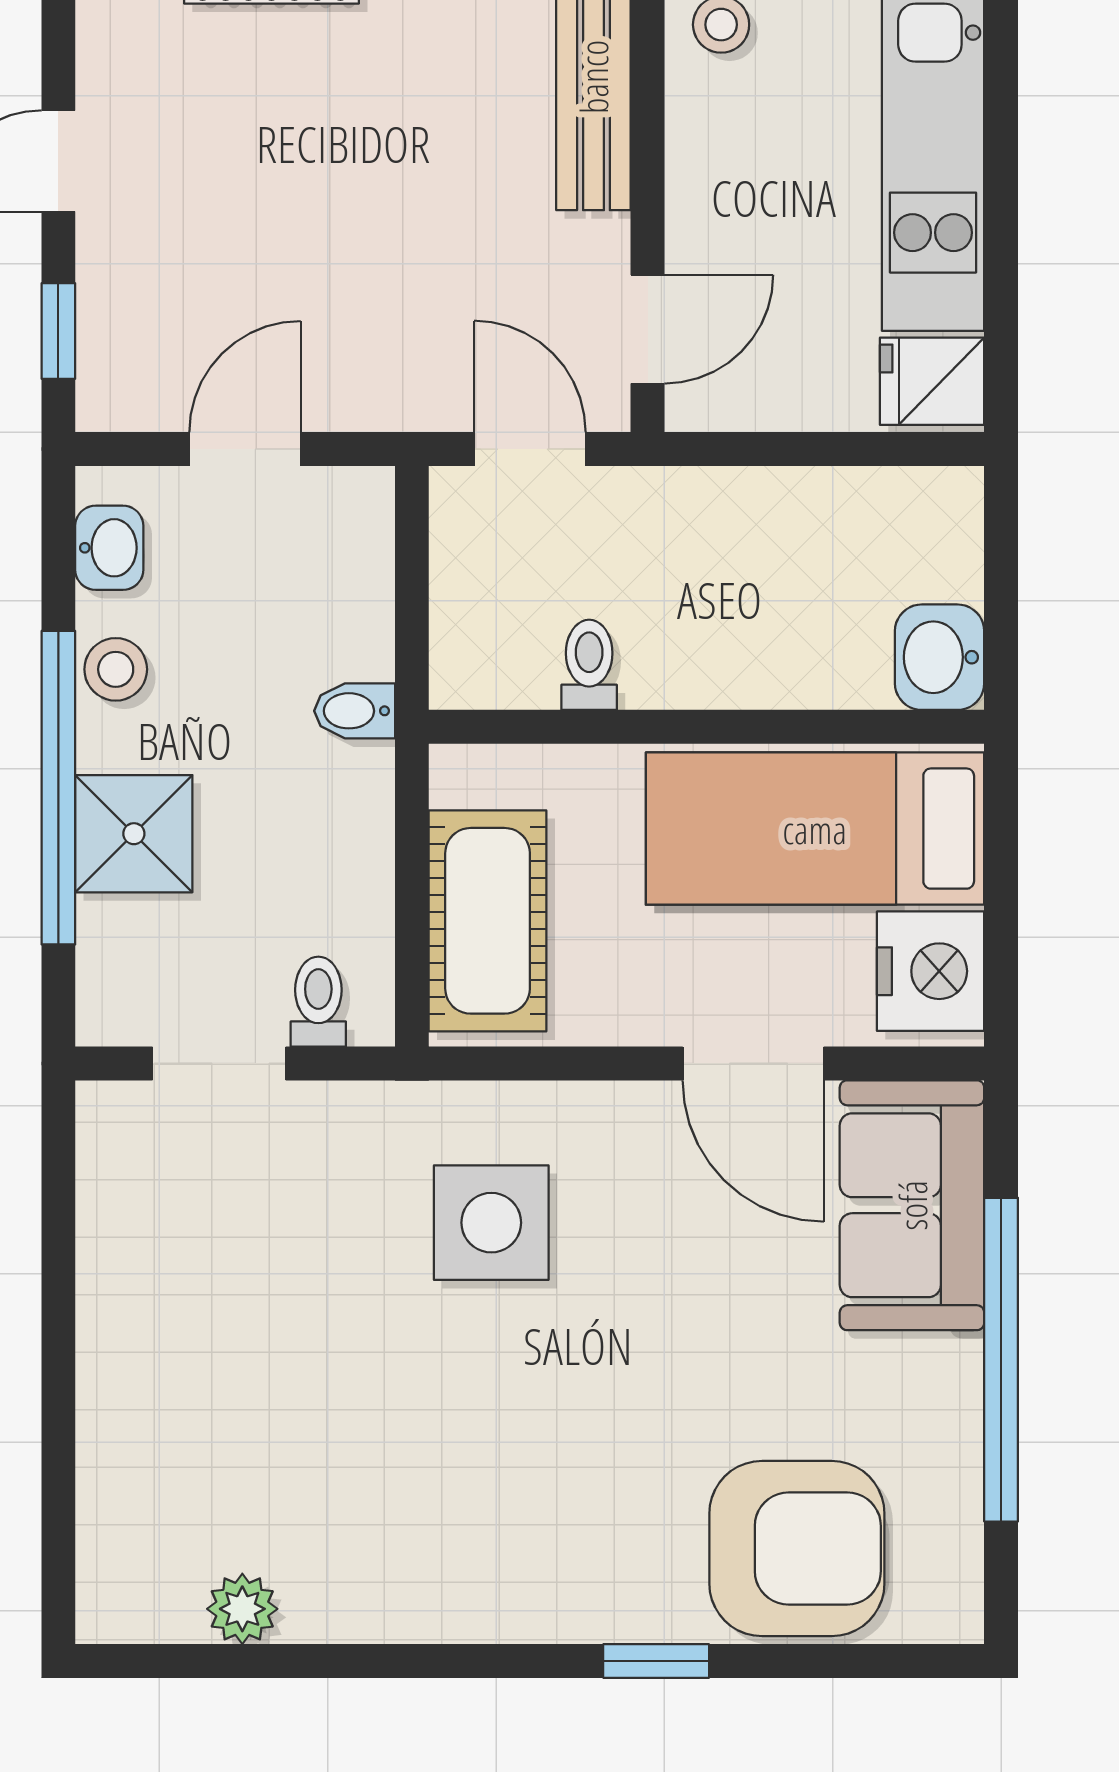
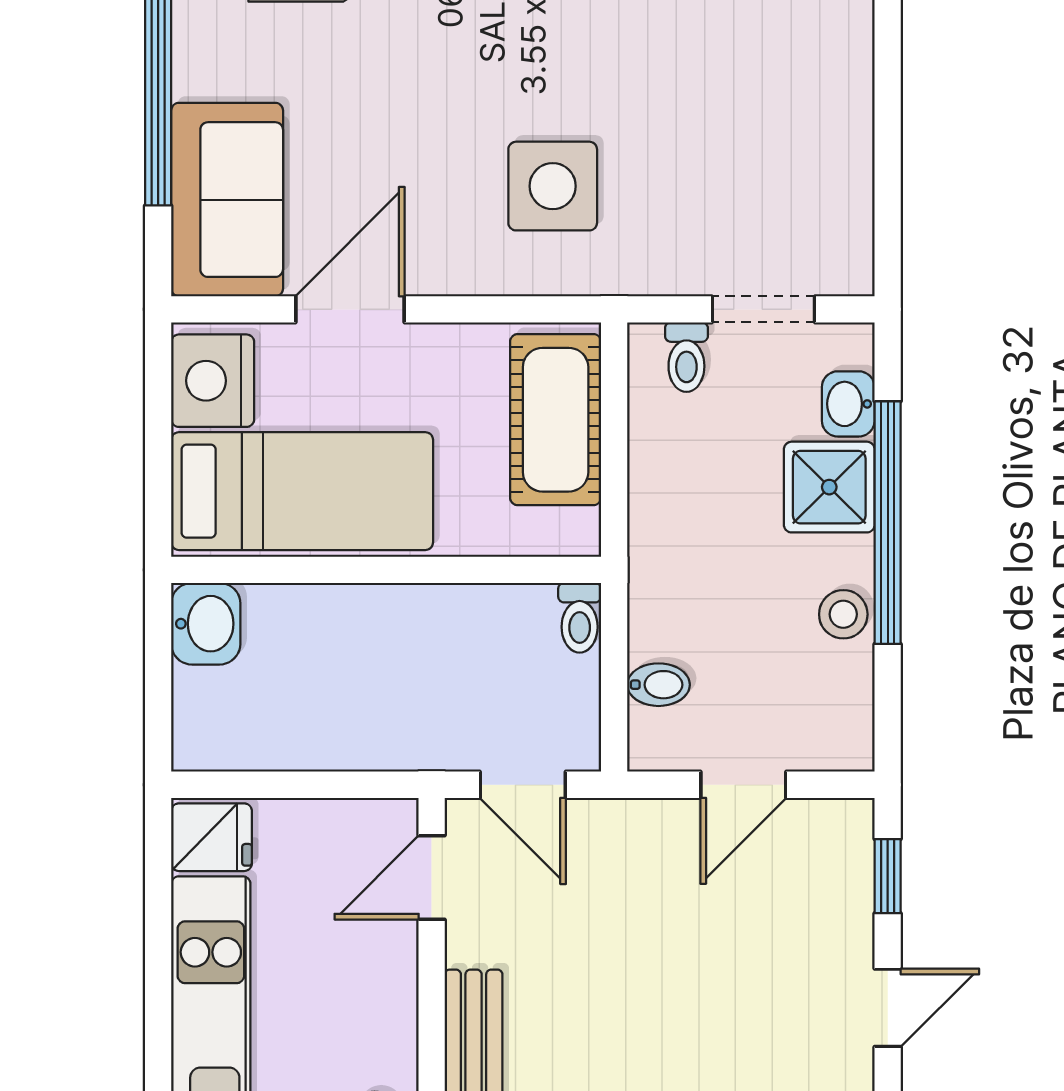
washbasin: (109, 548) -> (848, 404), moved
toilet: (589, 665) -> (580, 618), moved
bidet: (355, 711) -> (658, 685), moved
door: (753, 1063) -> (350, 309), hinge flipped

